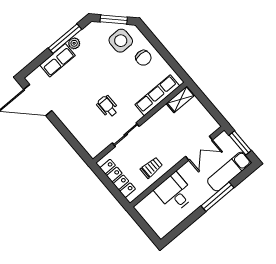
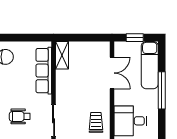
window: (240, 143) -> (135, 38), width x0.67

